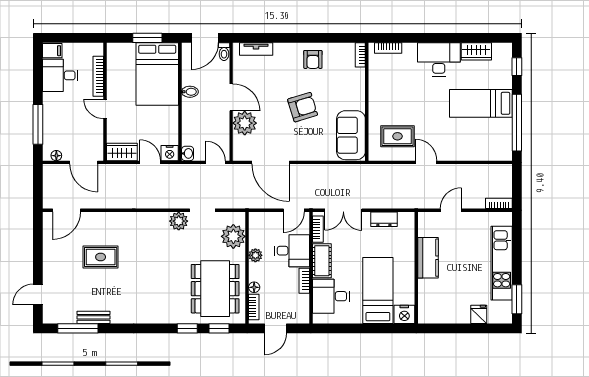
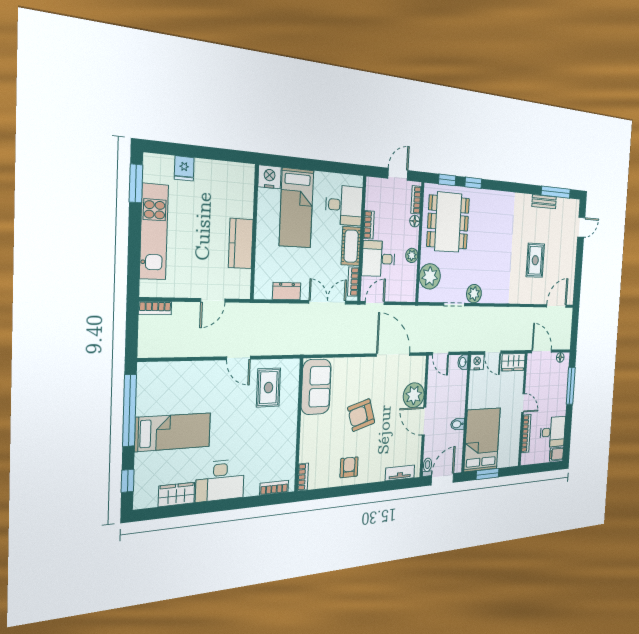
rug: (397, 136) -> (269, 388), turned 90
rug: (101, 257) -> (535, 260), turned 90

